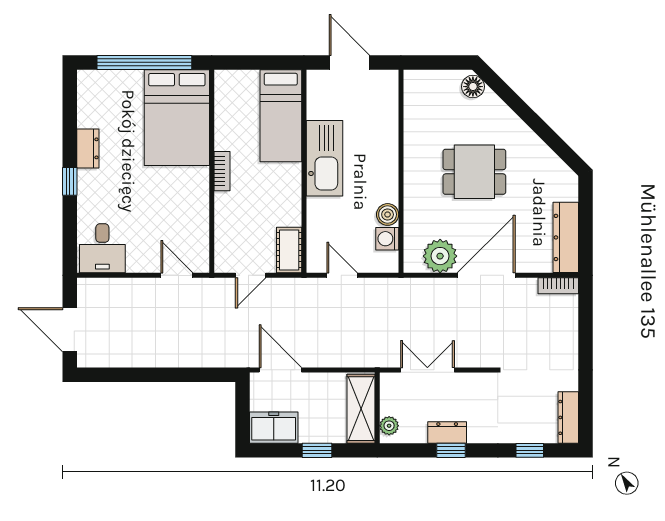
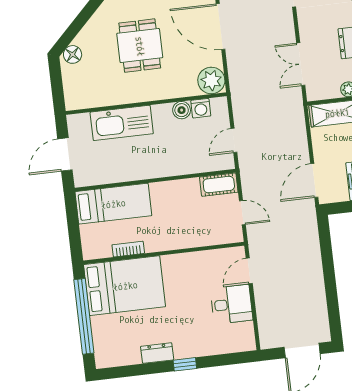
kitchen sink: (324, 158) -> (122, 123), moved, turned 180
bookcase: (222, 171) -> (128, 249), moved
desk: (102, 248) -> (231, 304), moved
plant: (440, 256) -> (211, 80), moved

